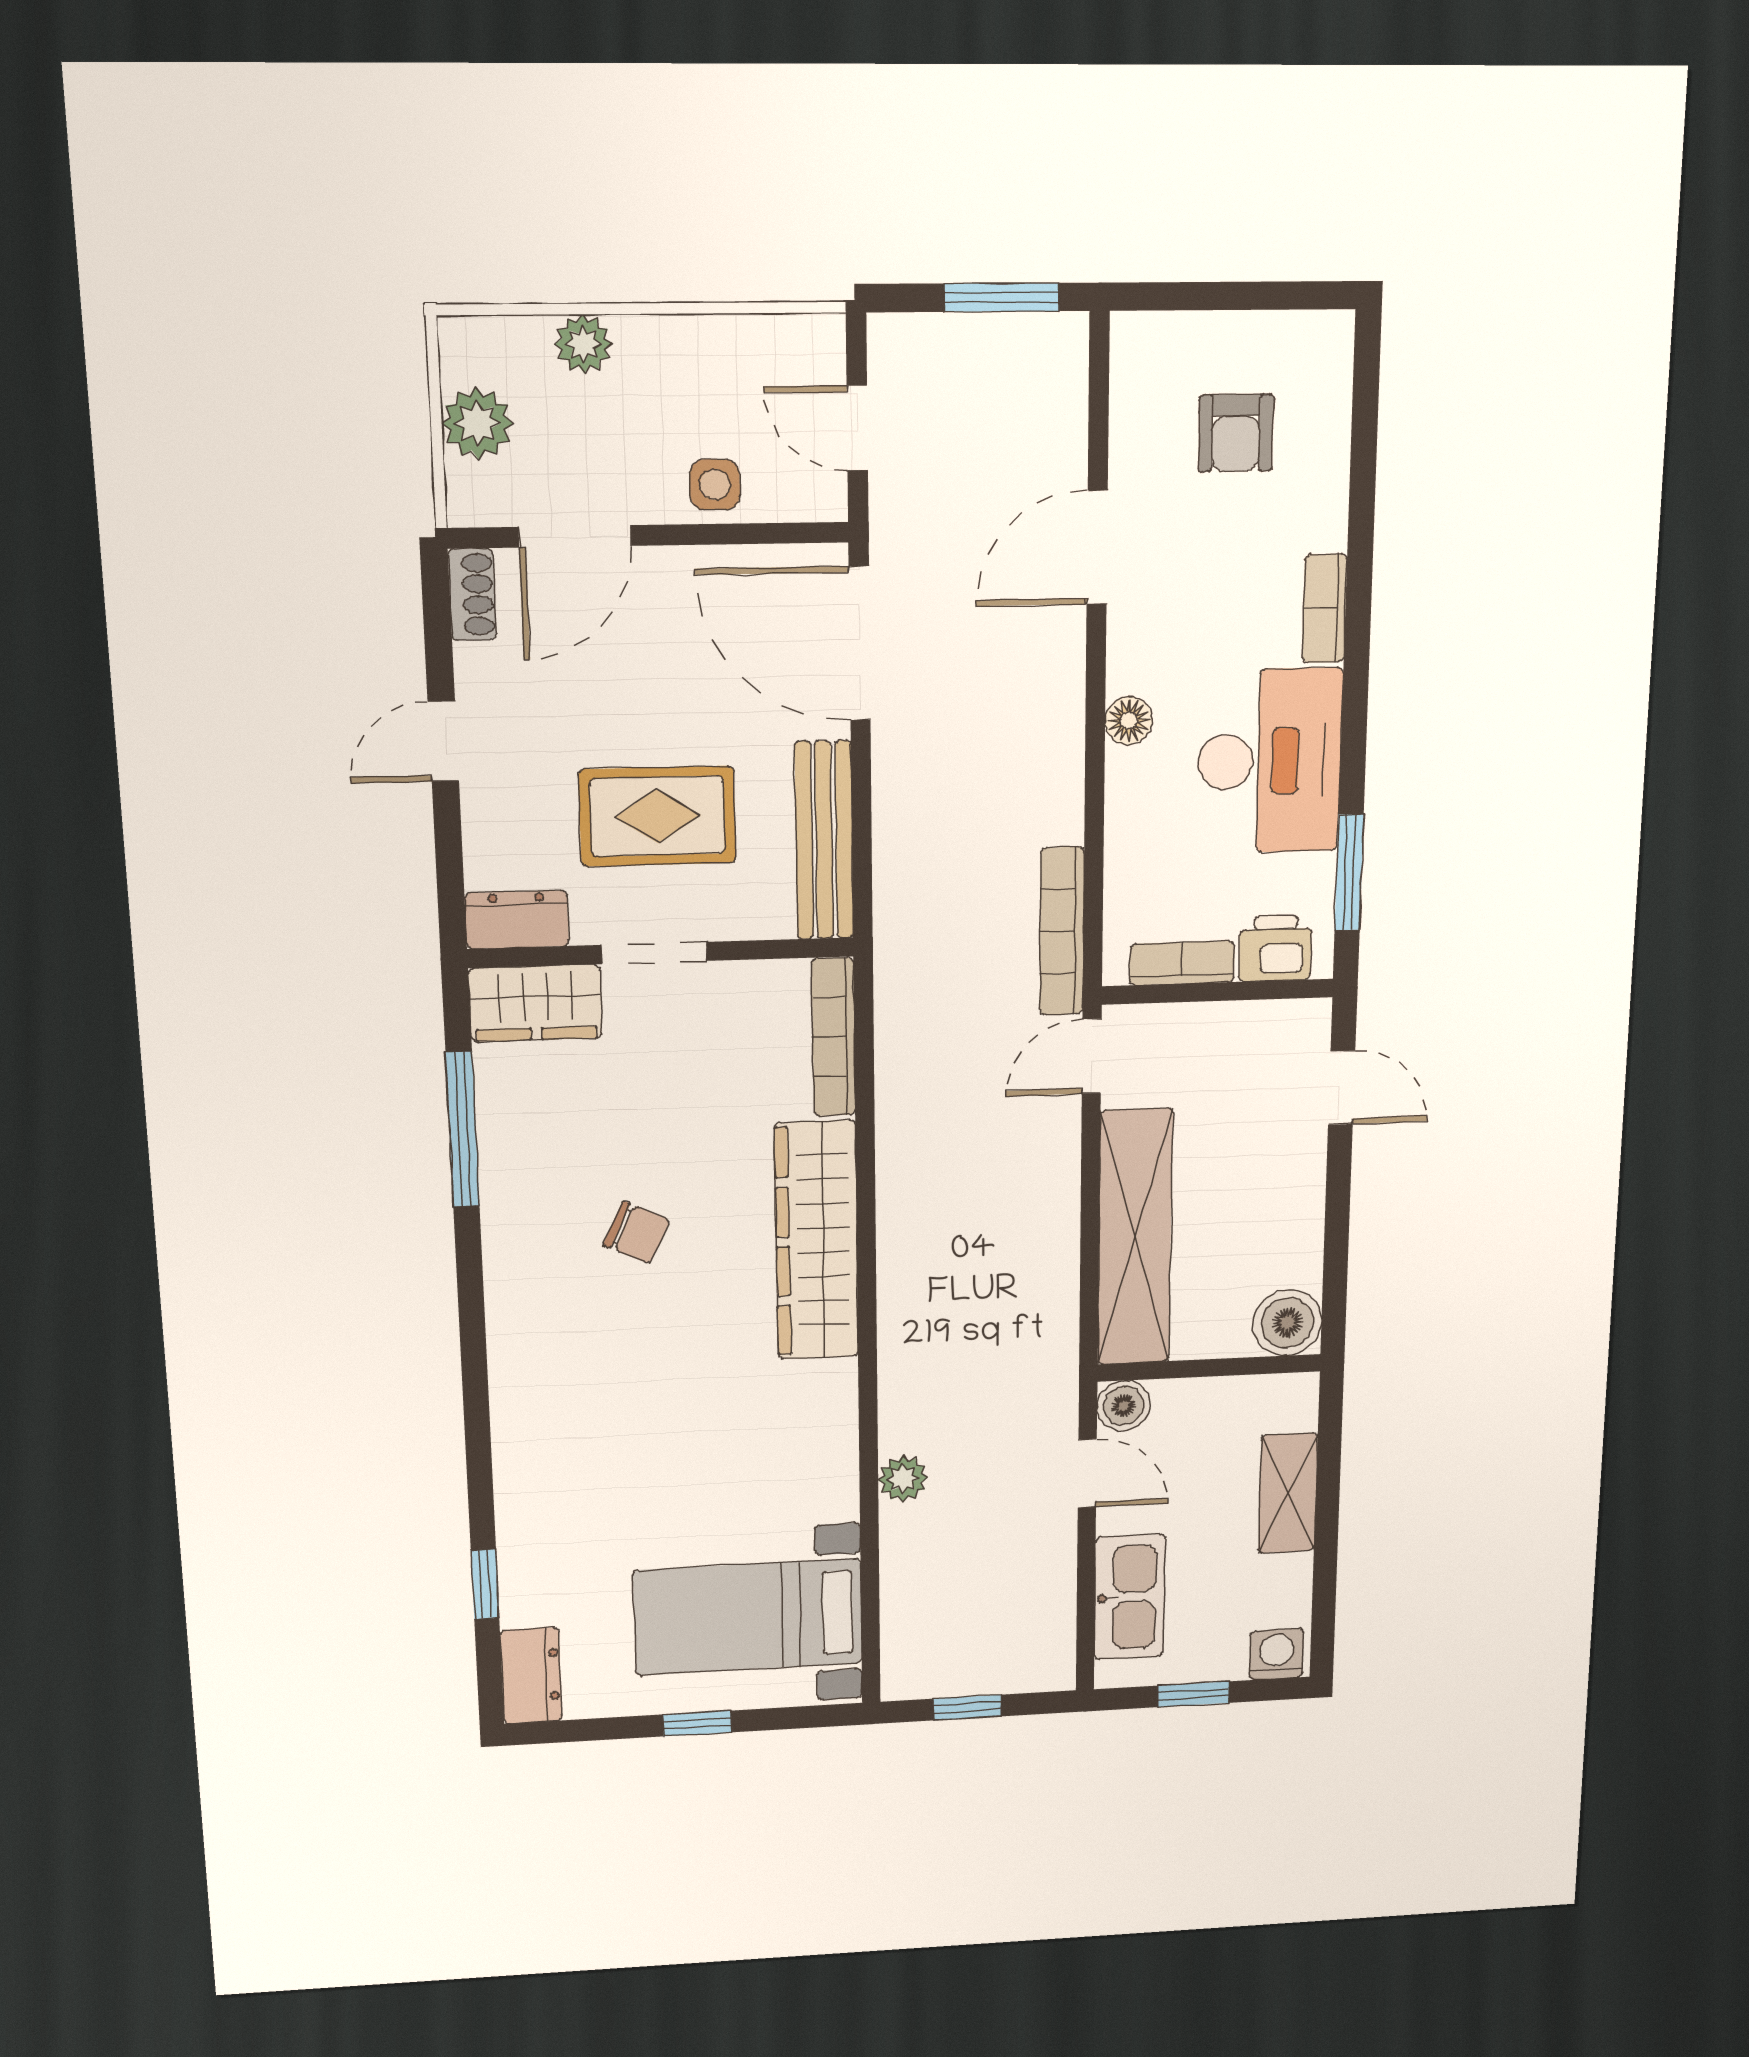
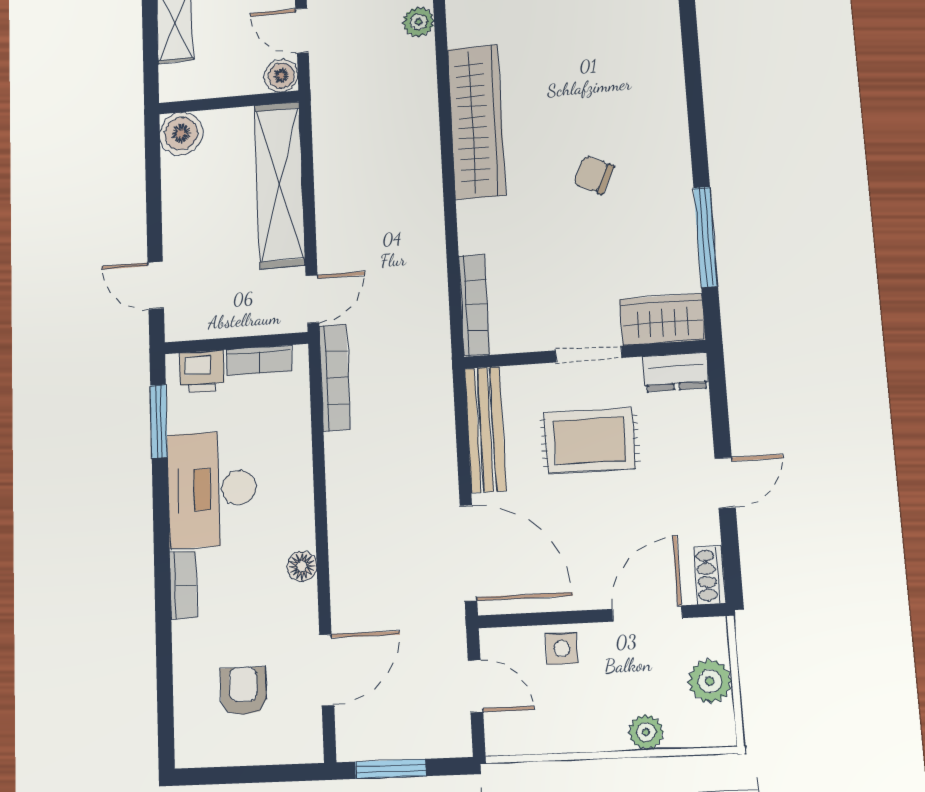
door: (1097, 547) -> (327, 670), moved
floor lamp: (1129, 721) -> (302, 566), moved
wardrobe: (817, 1241) -> (477, 122), moved

